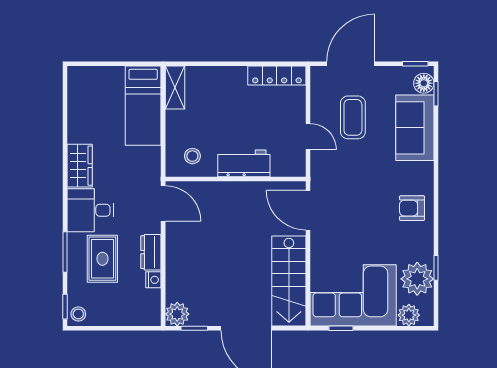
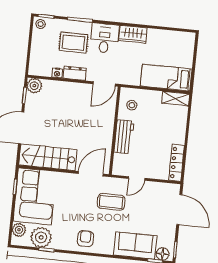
coffee table: (353, 117) -> (111, 202), moved

